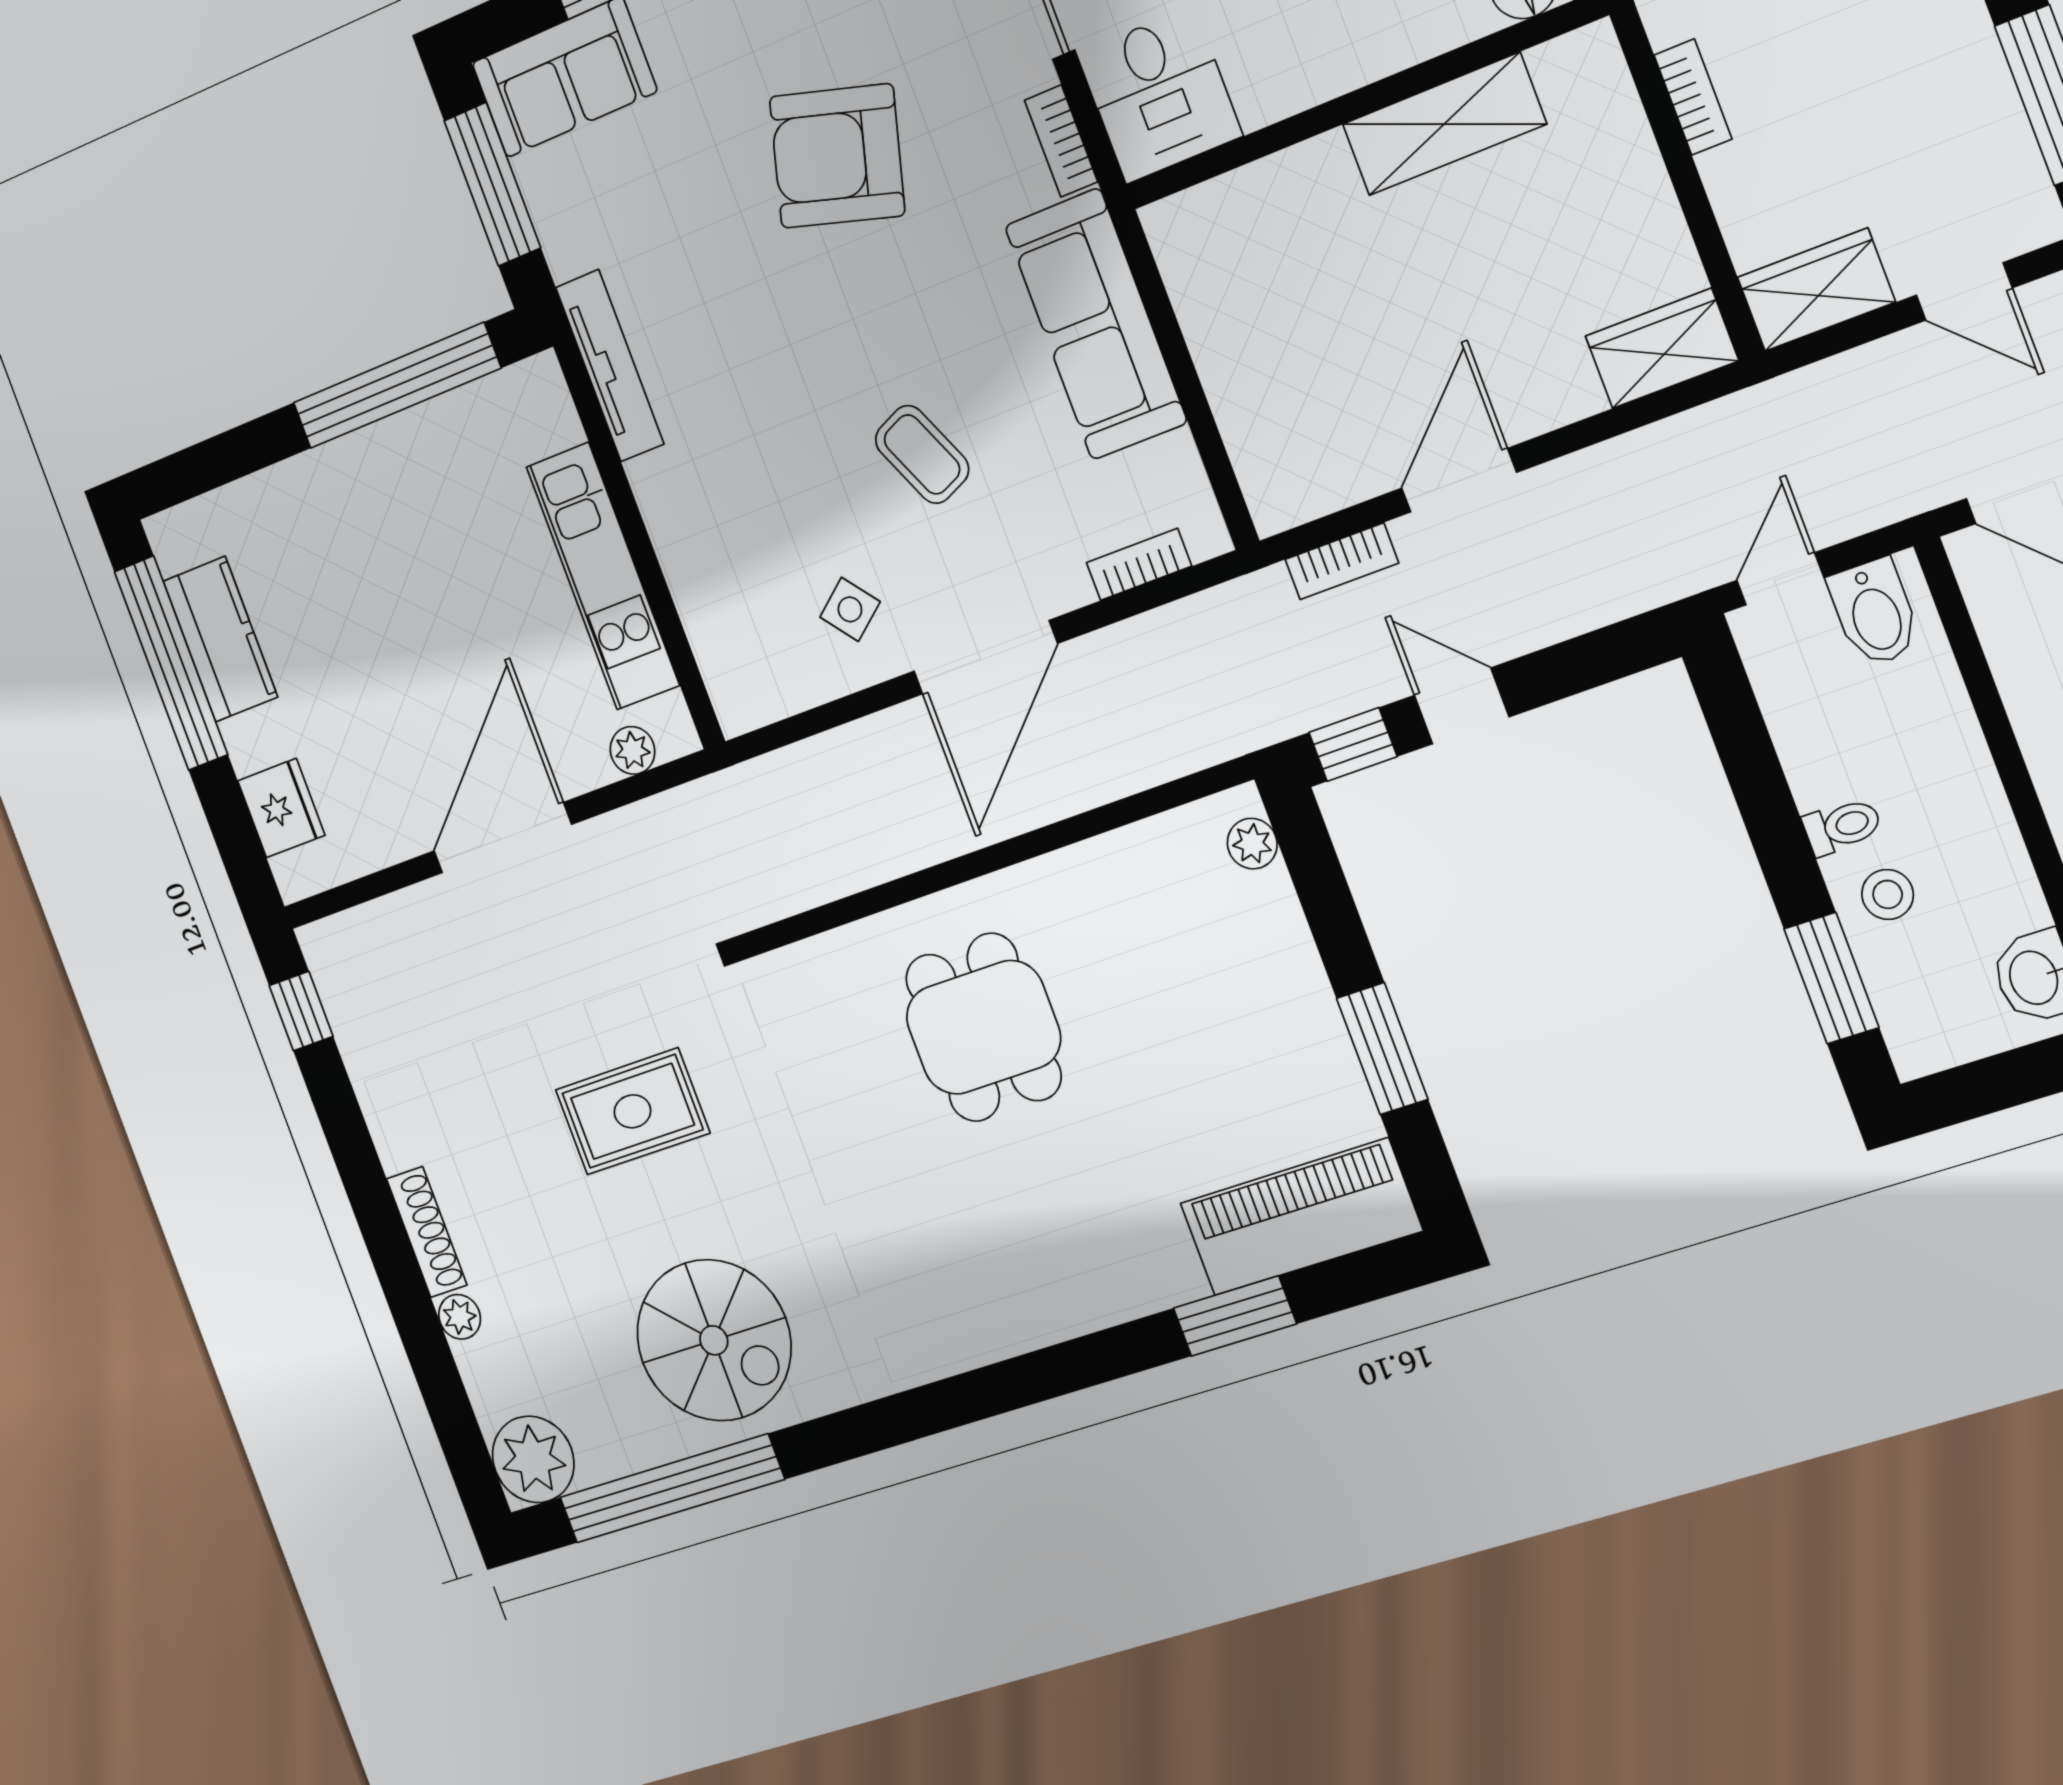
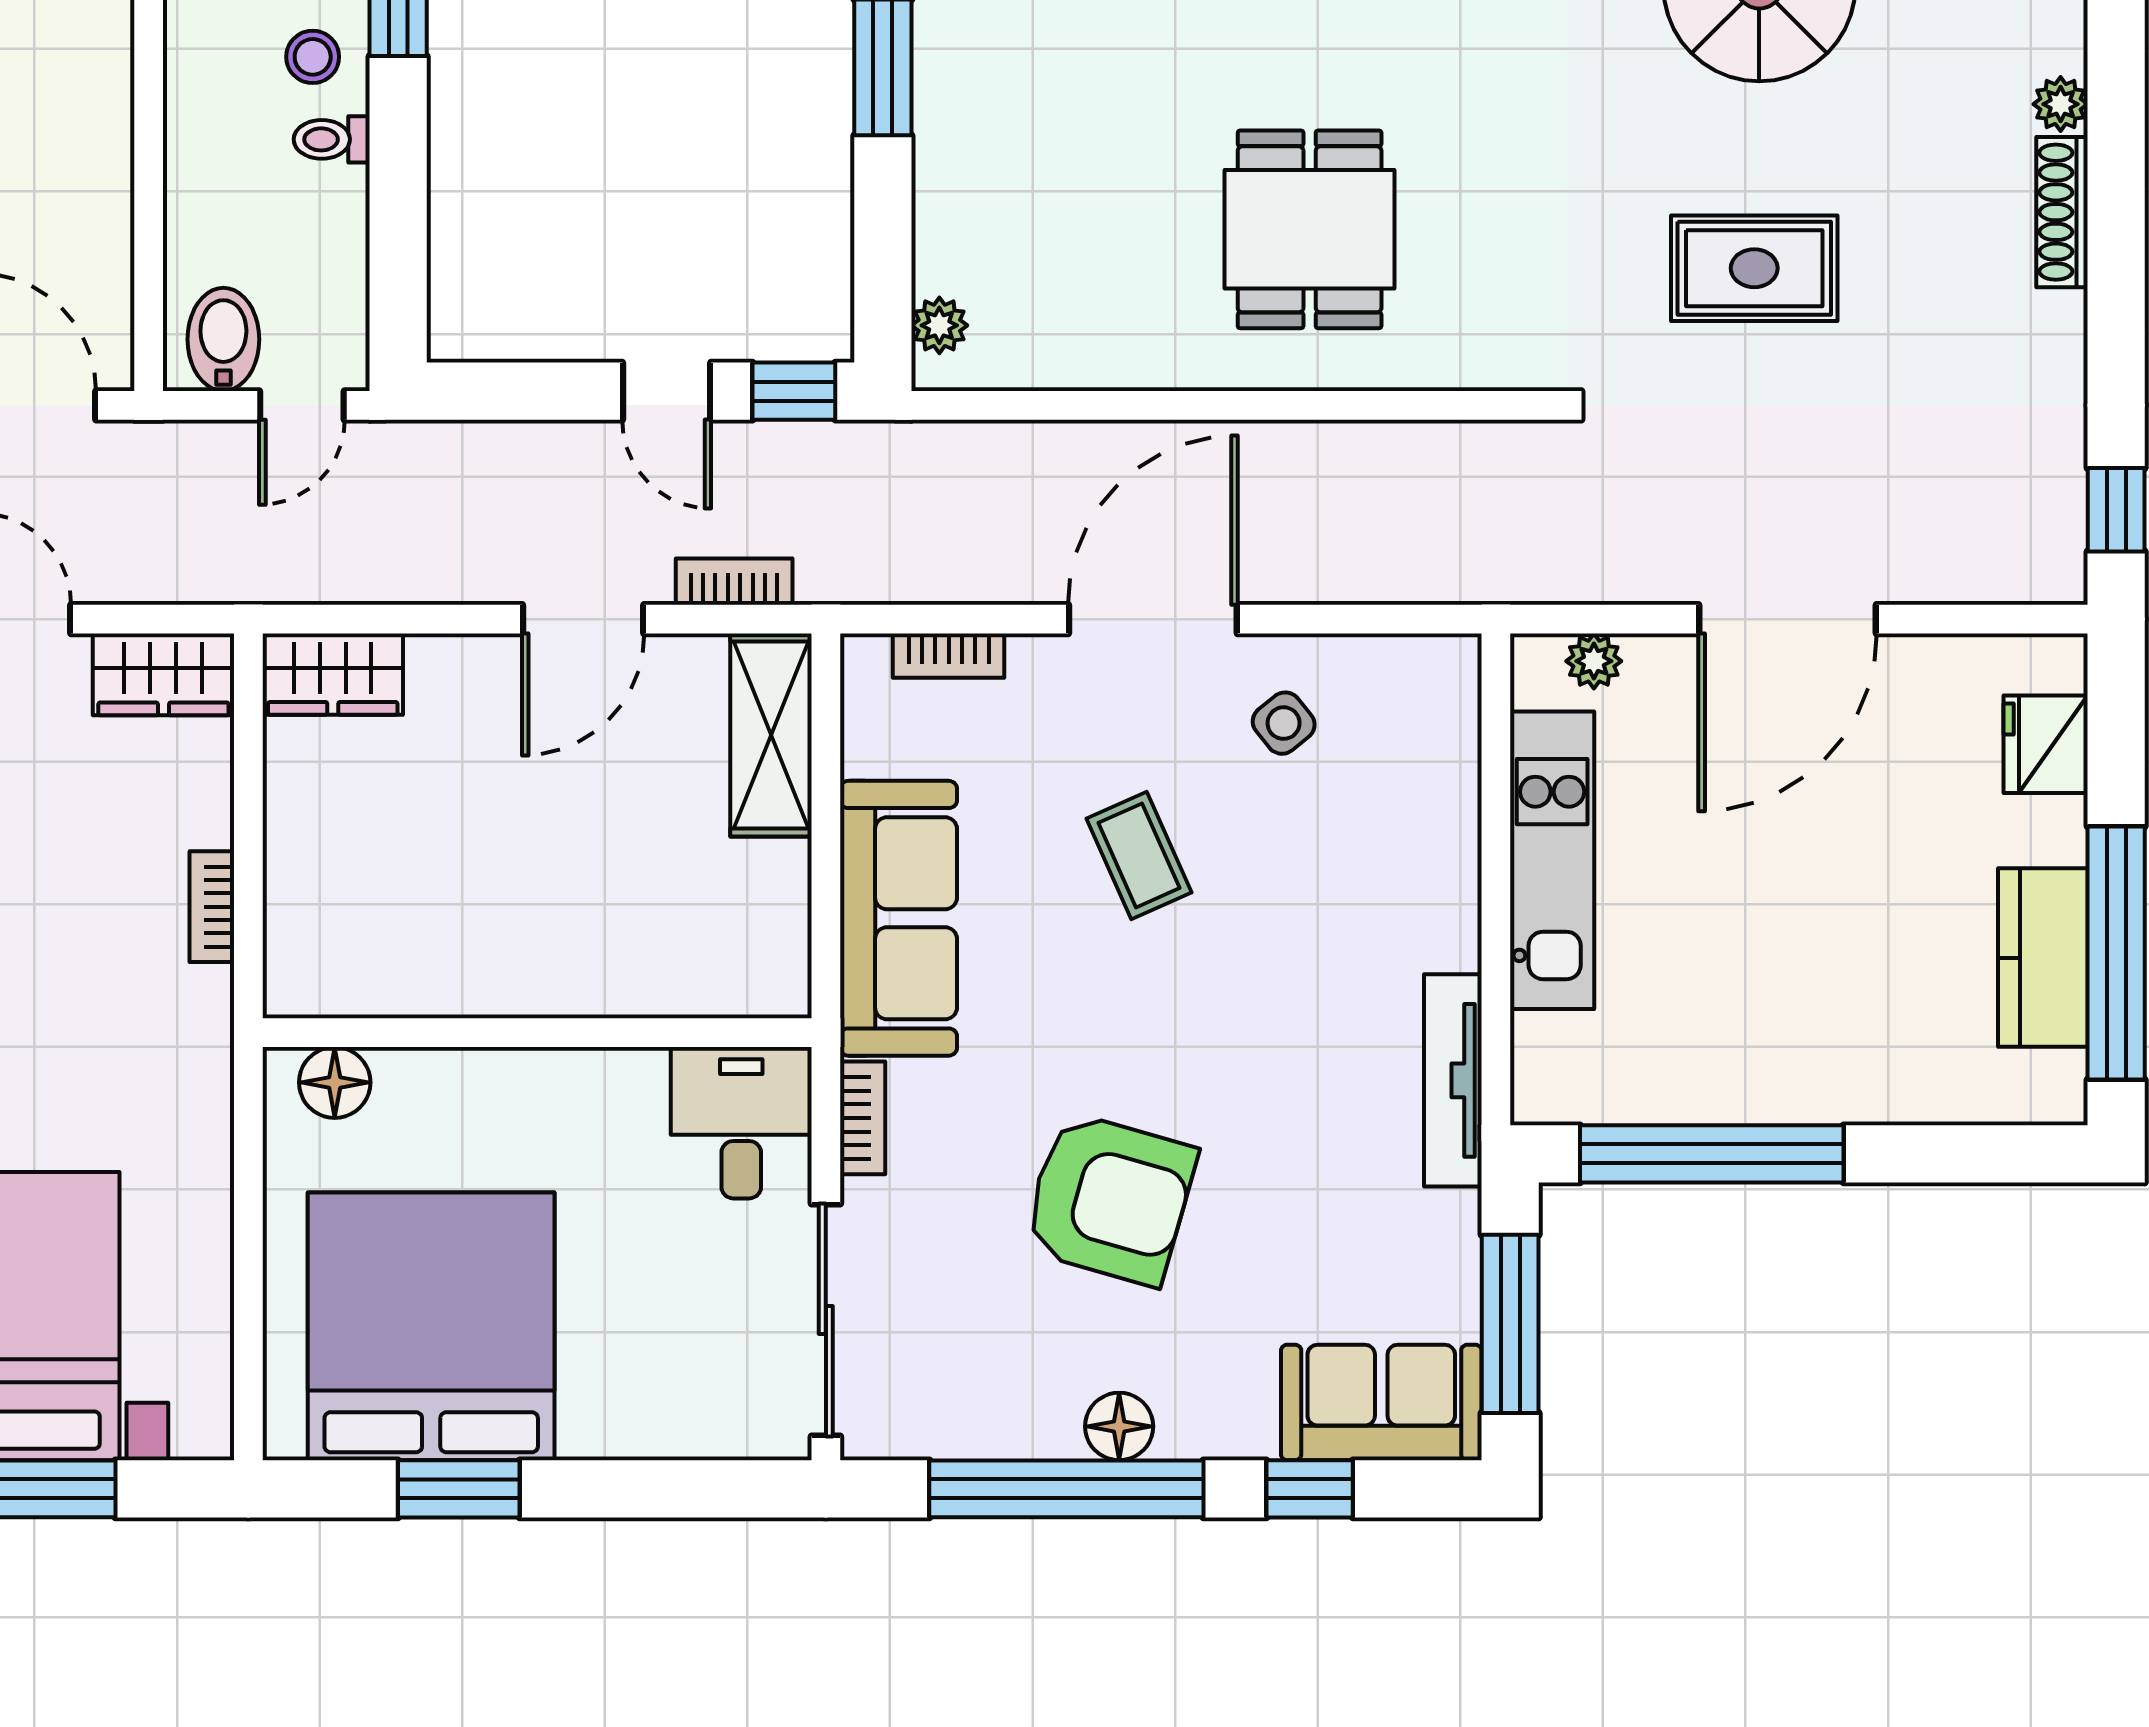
shelving: (1444, 124) -> (771, 735), moved, turned 90

